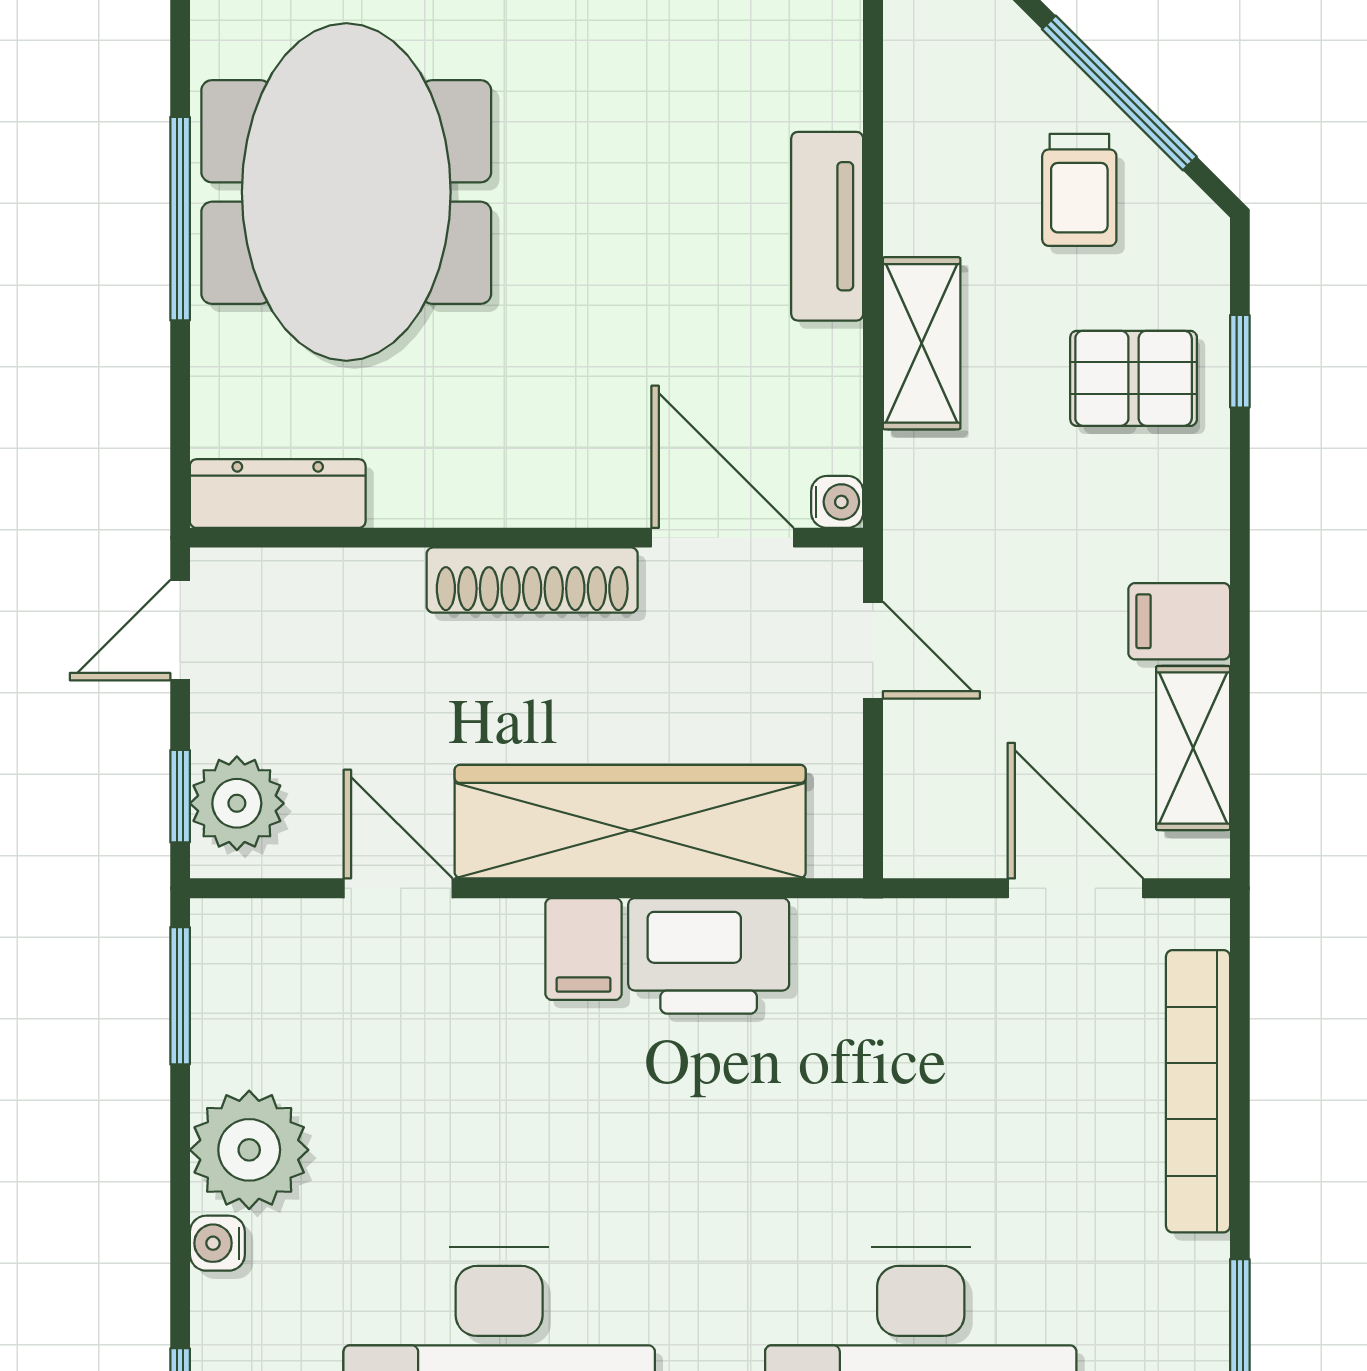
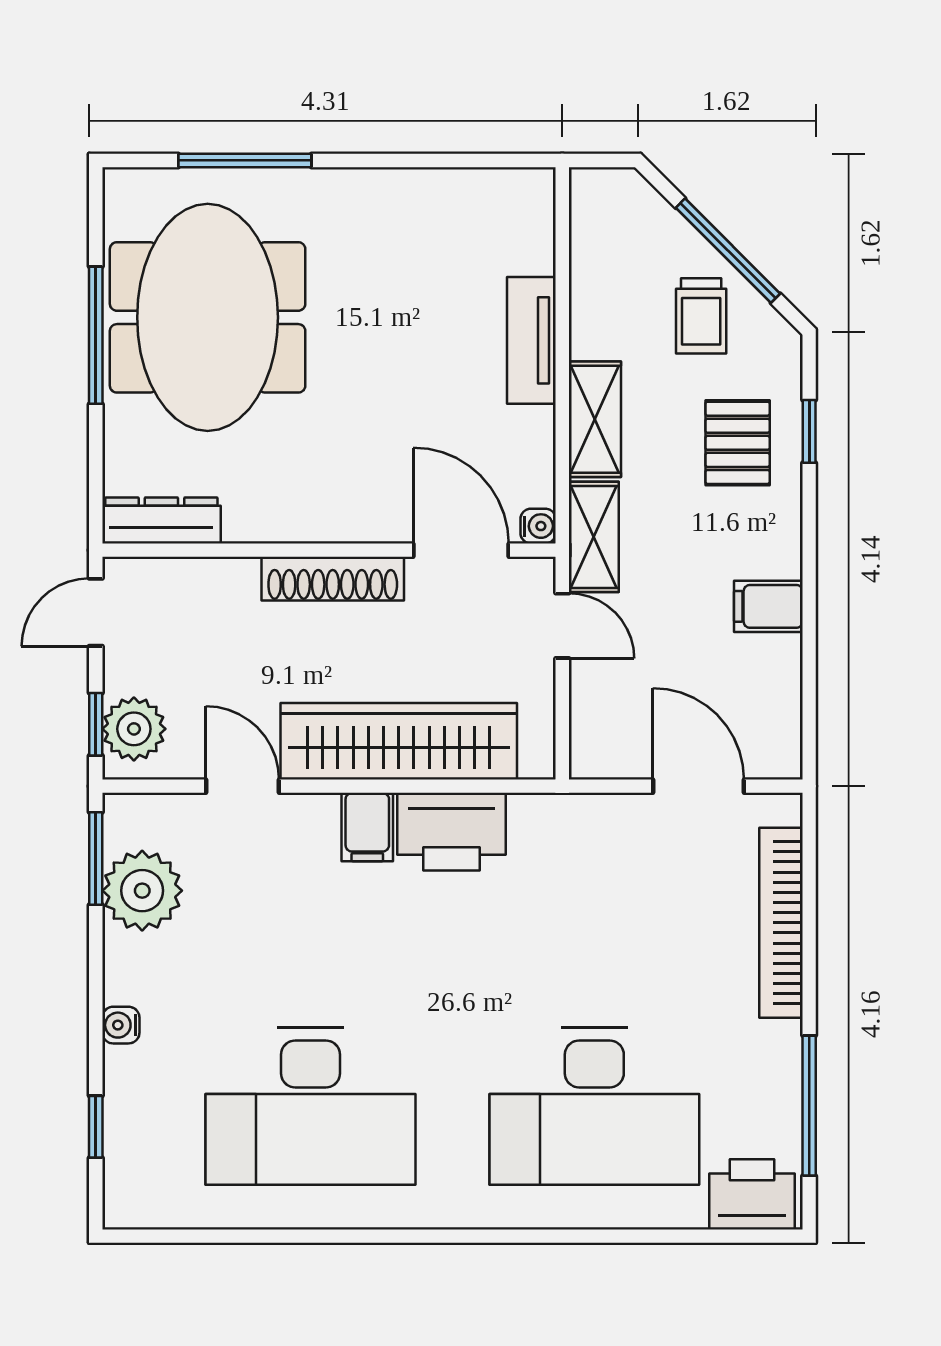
pallet: (1134, 378) -> (738, 443), turned 90
shelving: (1193, 748) -> (594, 537), moved
plant: (249, 1150) -> (142, 891), moved

